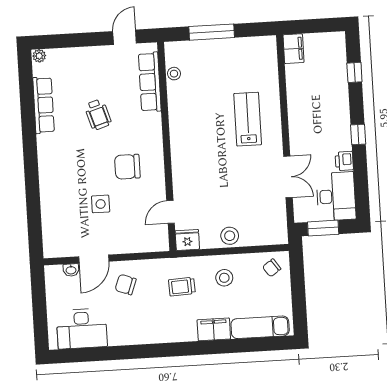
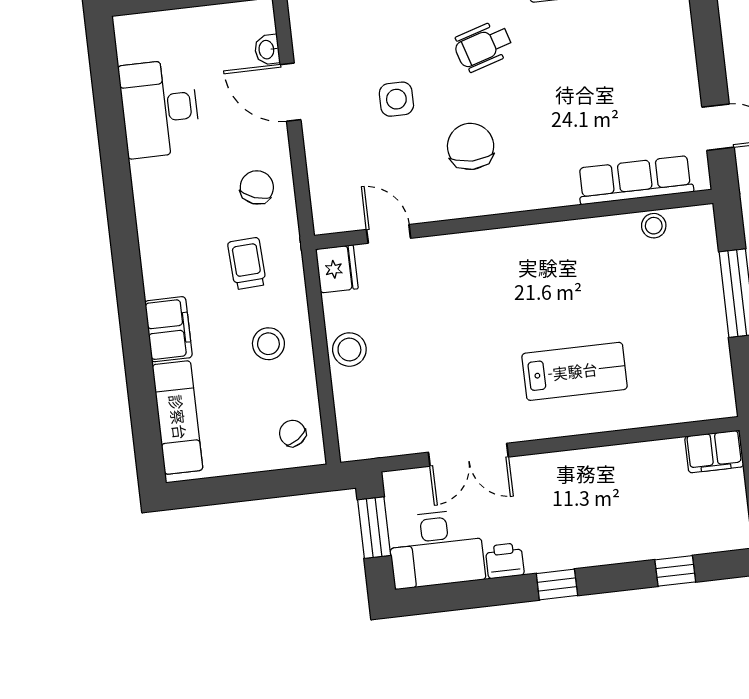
wheelchair: (98, 114) -> (483, 46), moved
chair: (126, 285) -> (257, 187), moved
desk: (82, 329) -> (159, 109), moved

